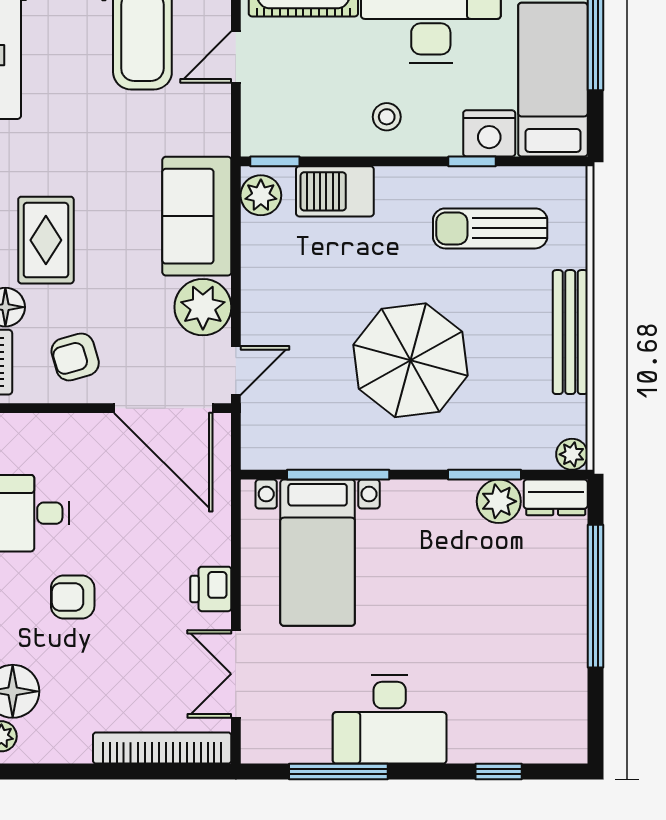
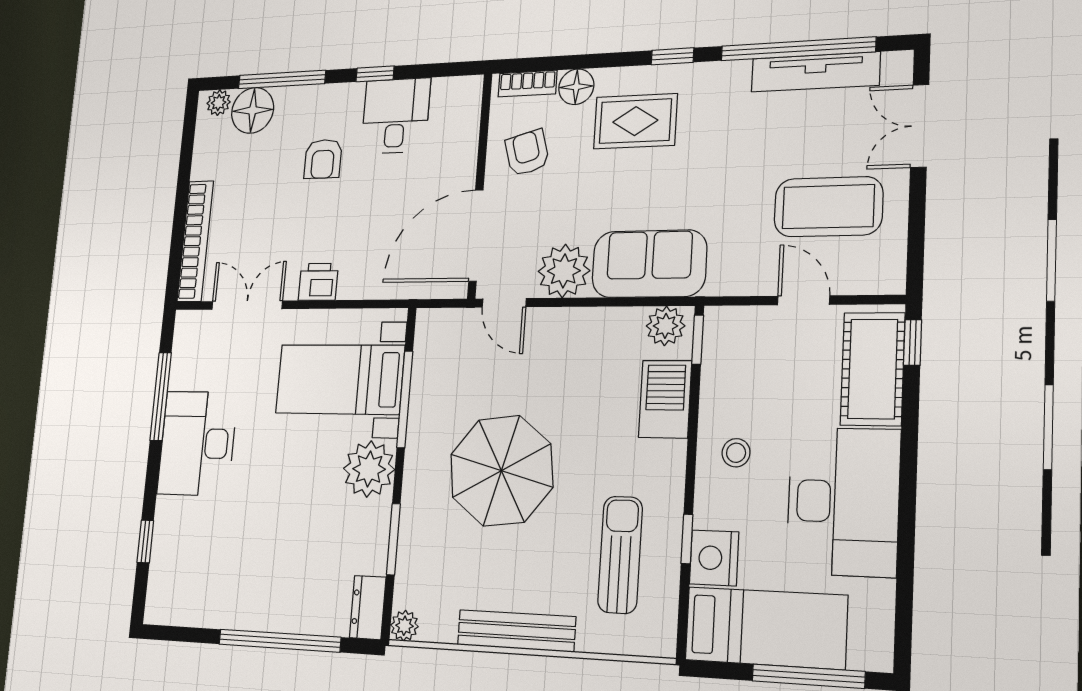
plant: (499, 501) -> (369, 469), moved, width x1.36, depth x1.36
armchair: (73, 597) -> (323, 159), turned 180

